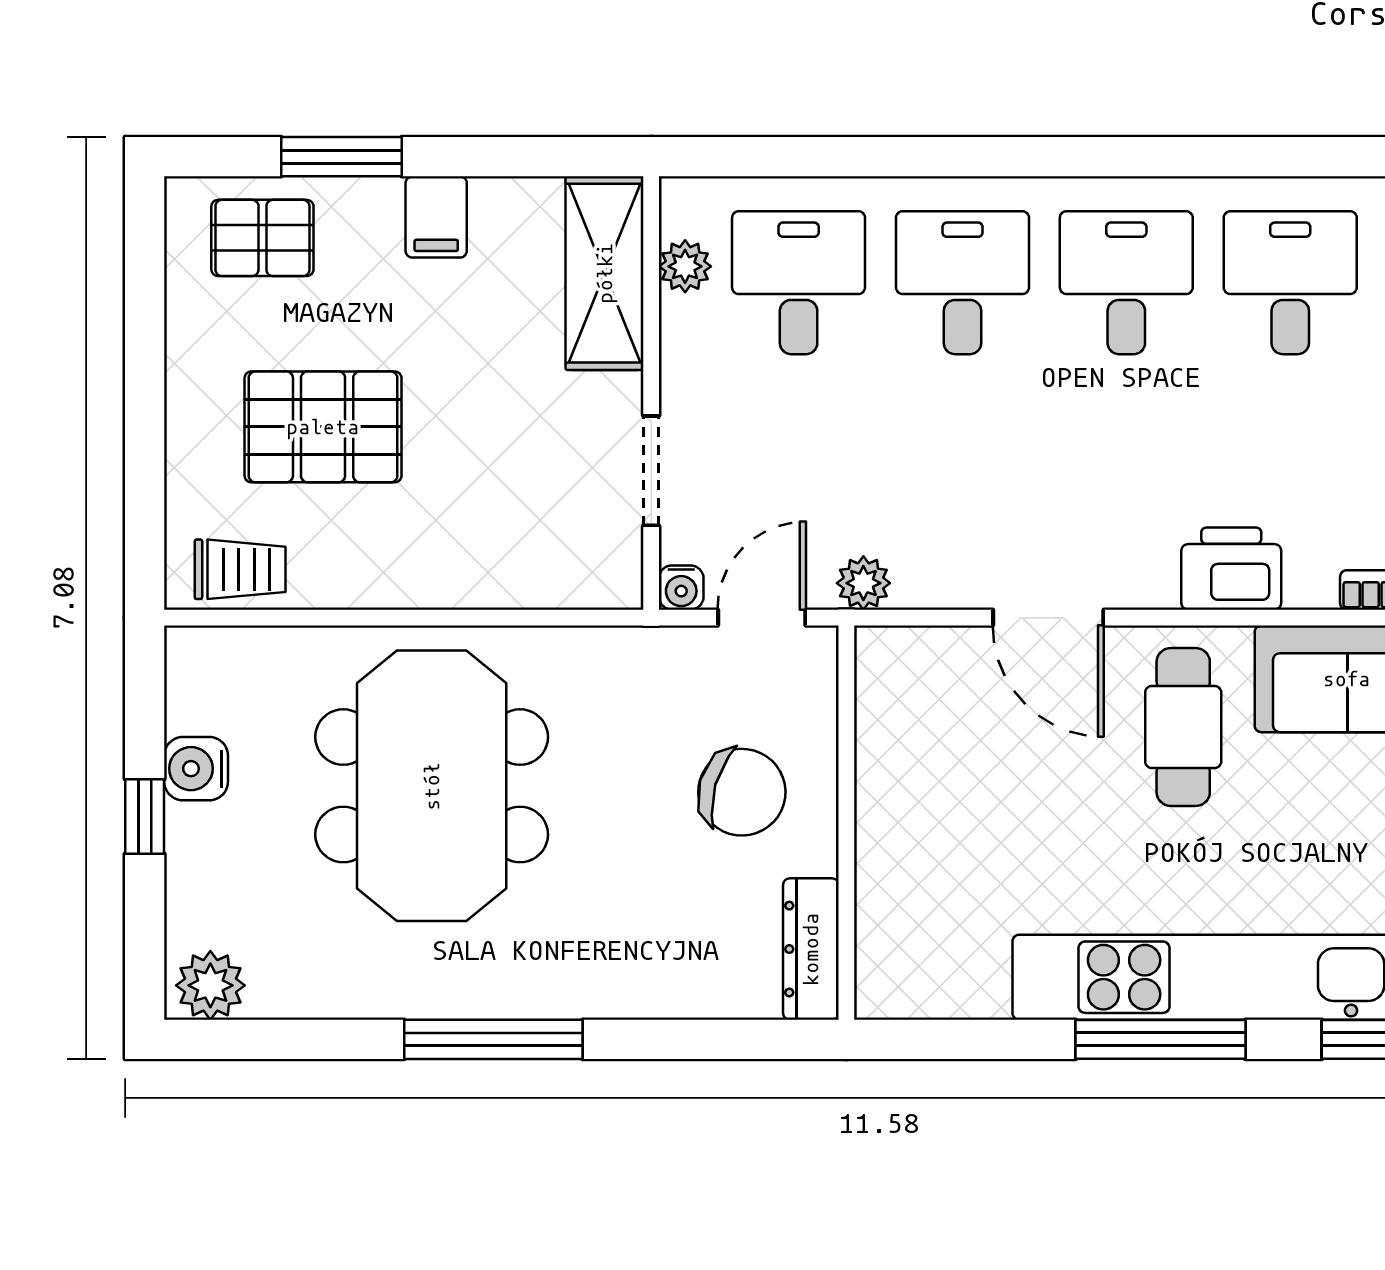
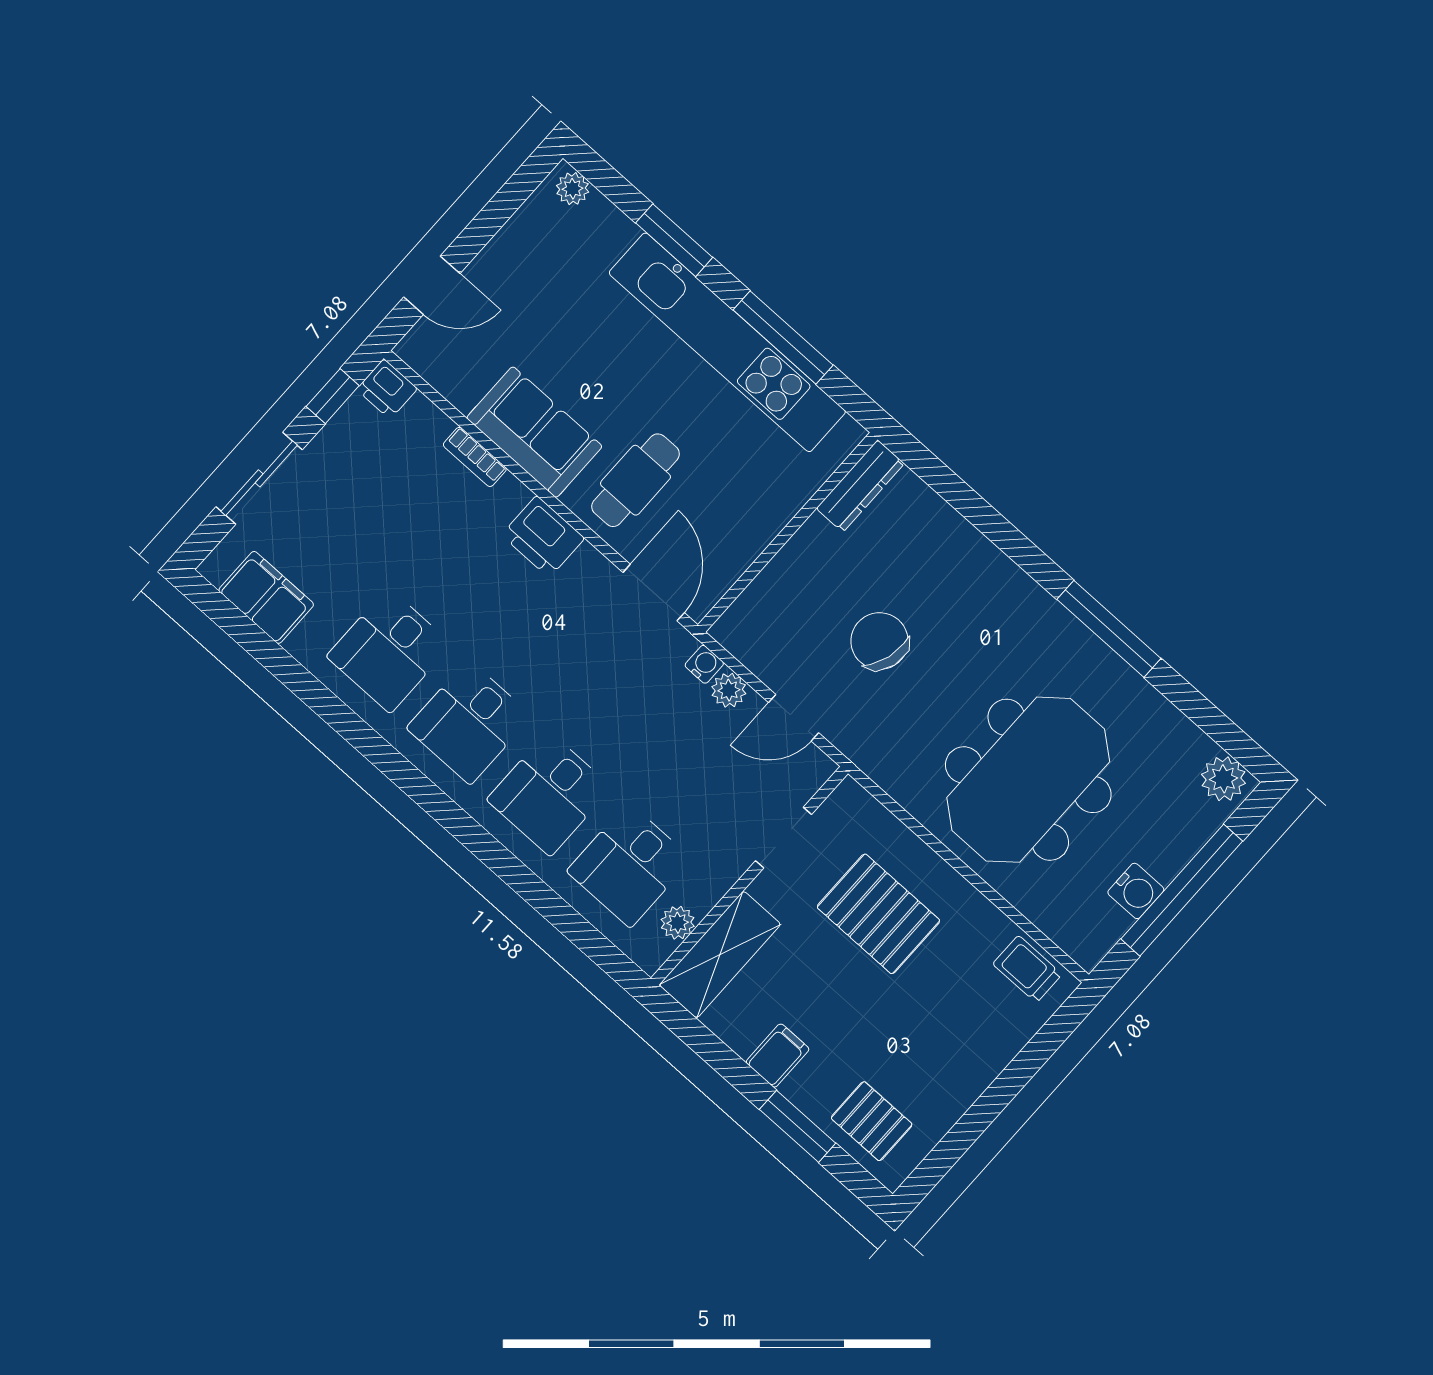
pallet: (323, 427) -> (878, 914), moved
water cooler: (681, 588) -> (704, 664), moved
window: (145, 816) -> (1182, 890), width x3.17
wall: (846, 823) -> (788, 532), moved
dresser: (811, 949) -> (860, 486), moved

